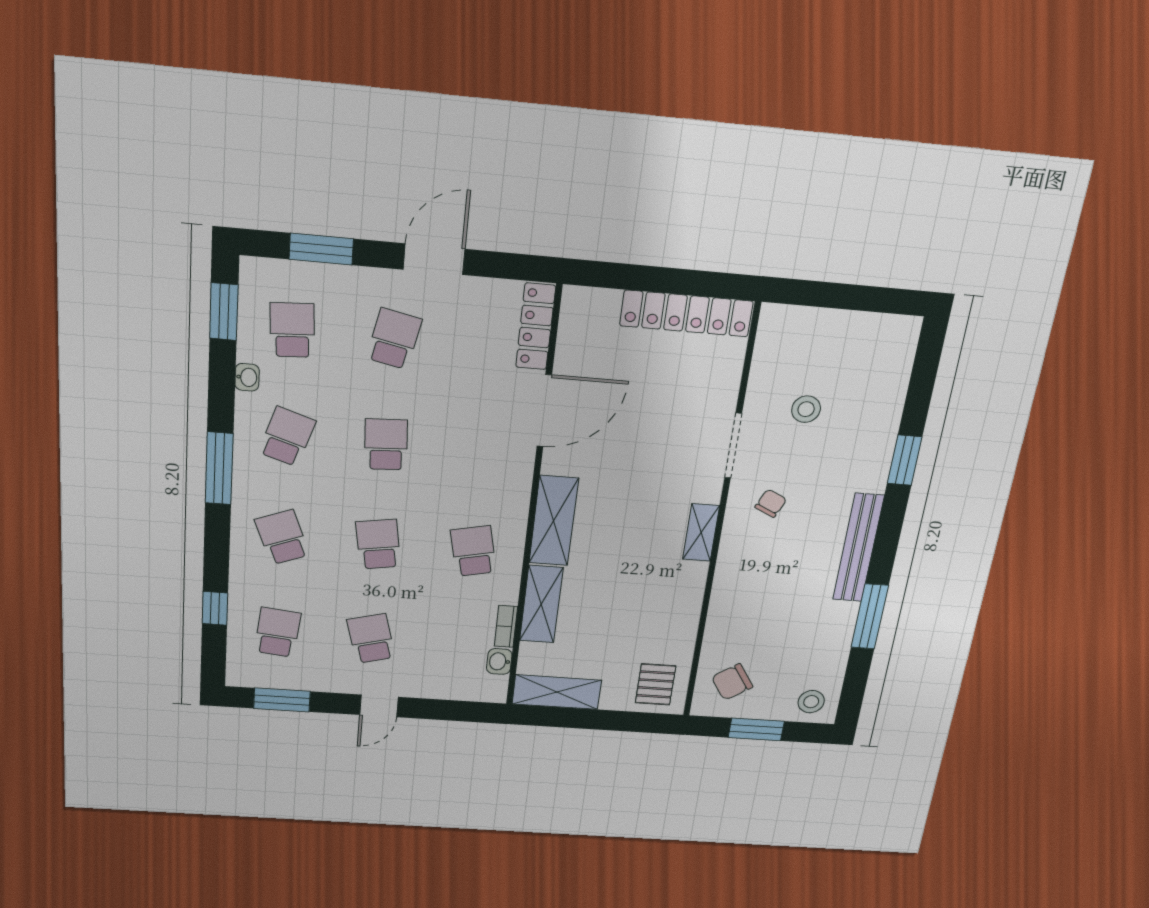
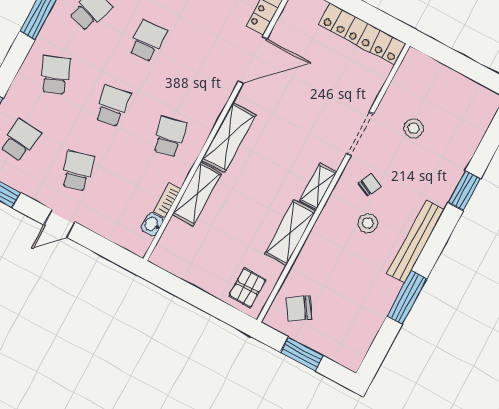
shelving: (557, 692) -> (290, 233), moved, turned 90
stool: (811, 702) -> (368, 223), moved

